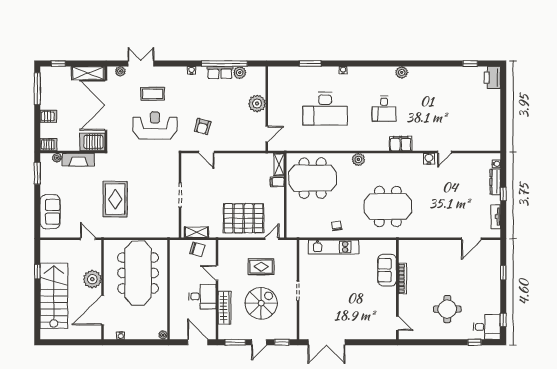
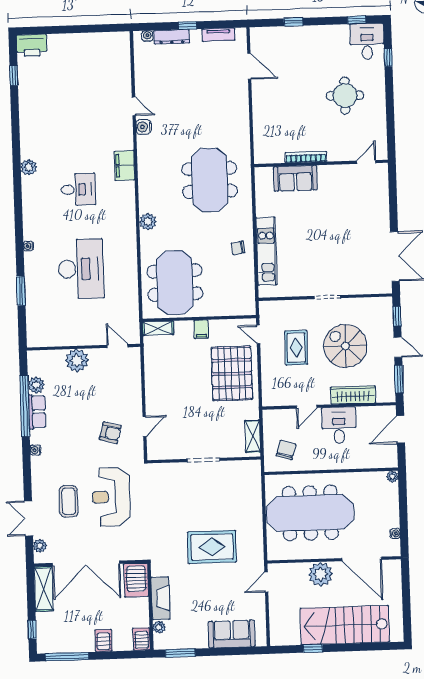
filing cabinet: (277, 182) -> (201, 329), moved
chair: (197, 249) -> (286, 450), moved

